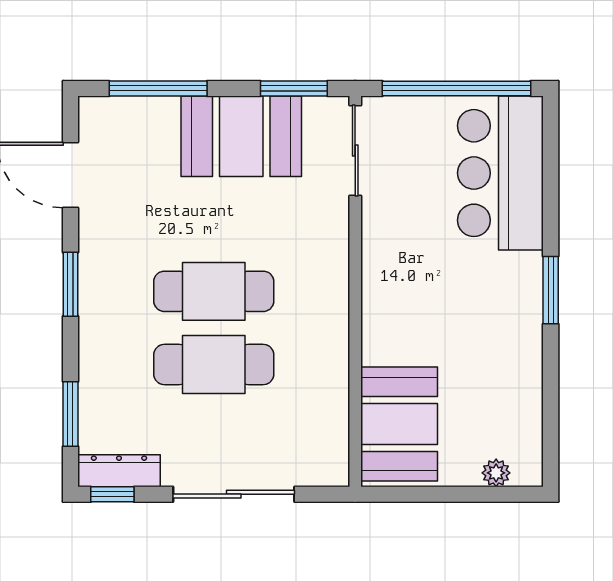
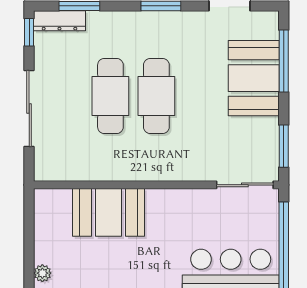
booth: (241, 136) -> (254, 78), moved
booth: (399, 424) -> (109, 212), moved
dresser: (119, 471) -> (59, 21), moved, turned 90

